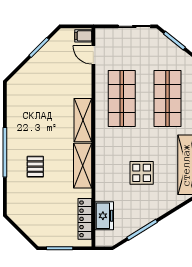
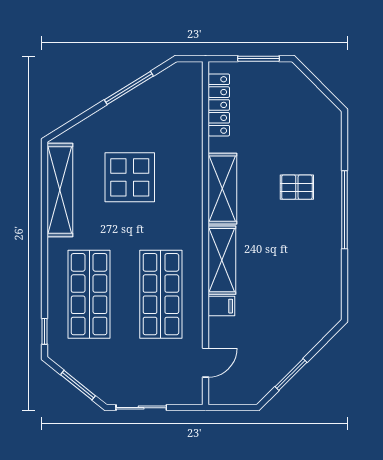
filing cabinet: (83, 36) -> (221, 306), moved
door: (93, 55) -> (206, 363), hinge flipped
pallet: (35, 167) -> (297, 187), turned 90
display table: (142, 173) -> (130, 177), width x1.36, depth x1.36
freezer: (104, 216) -> (189, 110), removed

